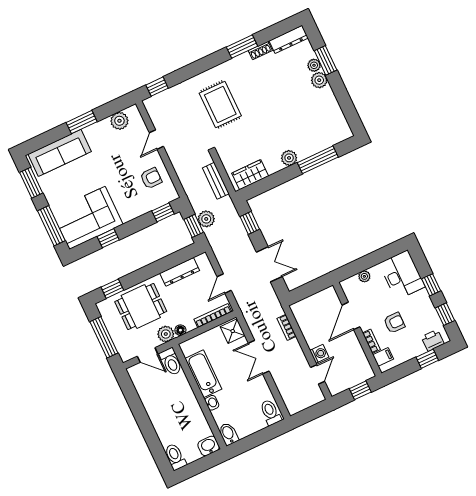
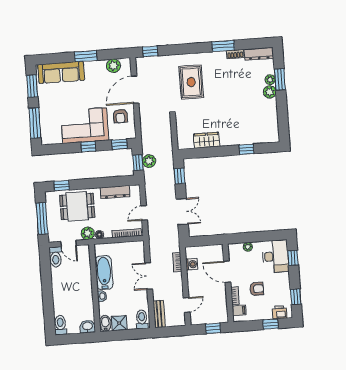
door: (156, 140) -> (135, 90), width x1.87
plant: (289, 158) -> (226, 140), removed
window: (318, 160) -> (246, 149), width x0.46
wardrobe: (250, 175) -> (207, 140), moved
armchair: (151, 178) -> (120, 116), turned 90
bench: (216, 181) -> (159, 314), moved
corner sofa: (87, 218) -> (85, 126), moved
window: (108, 238) -> (88, 147), moved
window: (431, 285) -> (293, 258), moved
door: (351, 316) -> (227, 272), hinge flipped
shower: (233, 331) -> (119, 323), moved
washing machine: (319, 354) -> (192, 264), moved
toilet: (171, 362) -> (56, 257), moved

